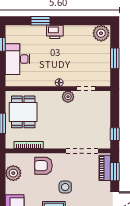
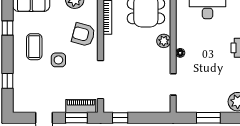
plant: (68, 97) -> (164, 41), moved
armchair: (43, 166) -> (83, 35), turned -75

